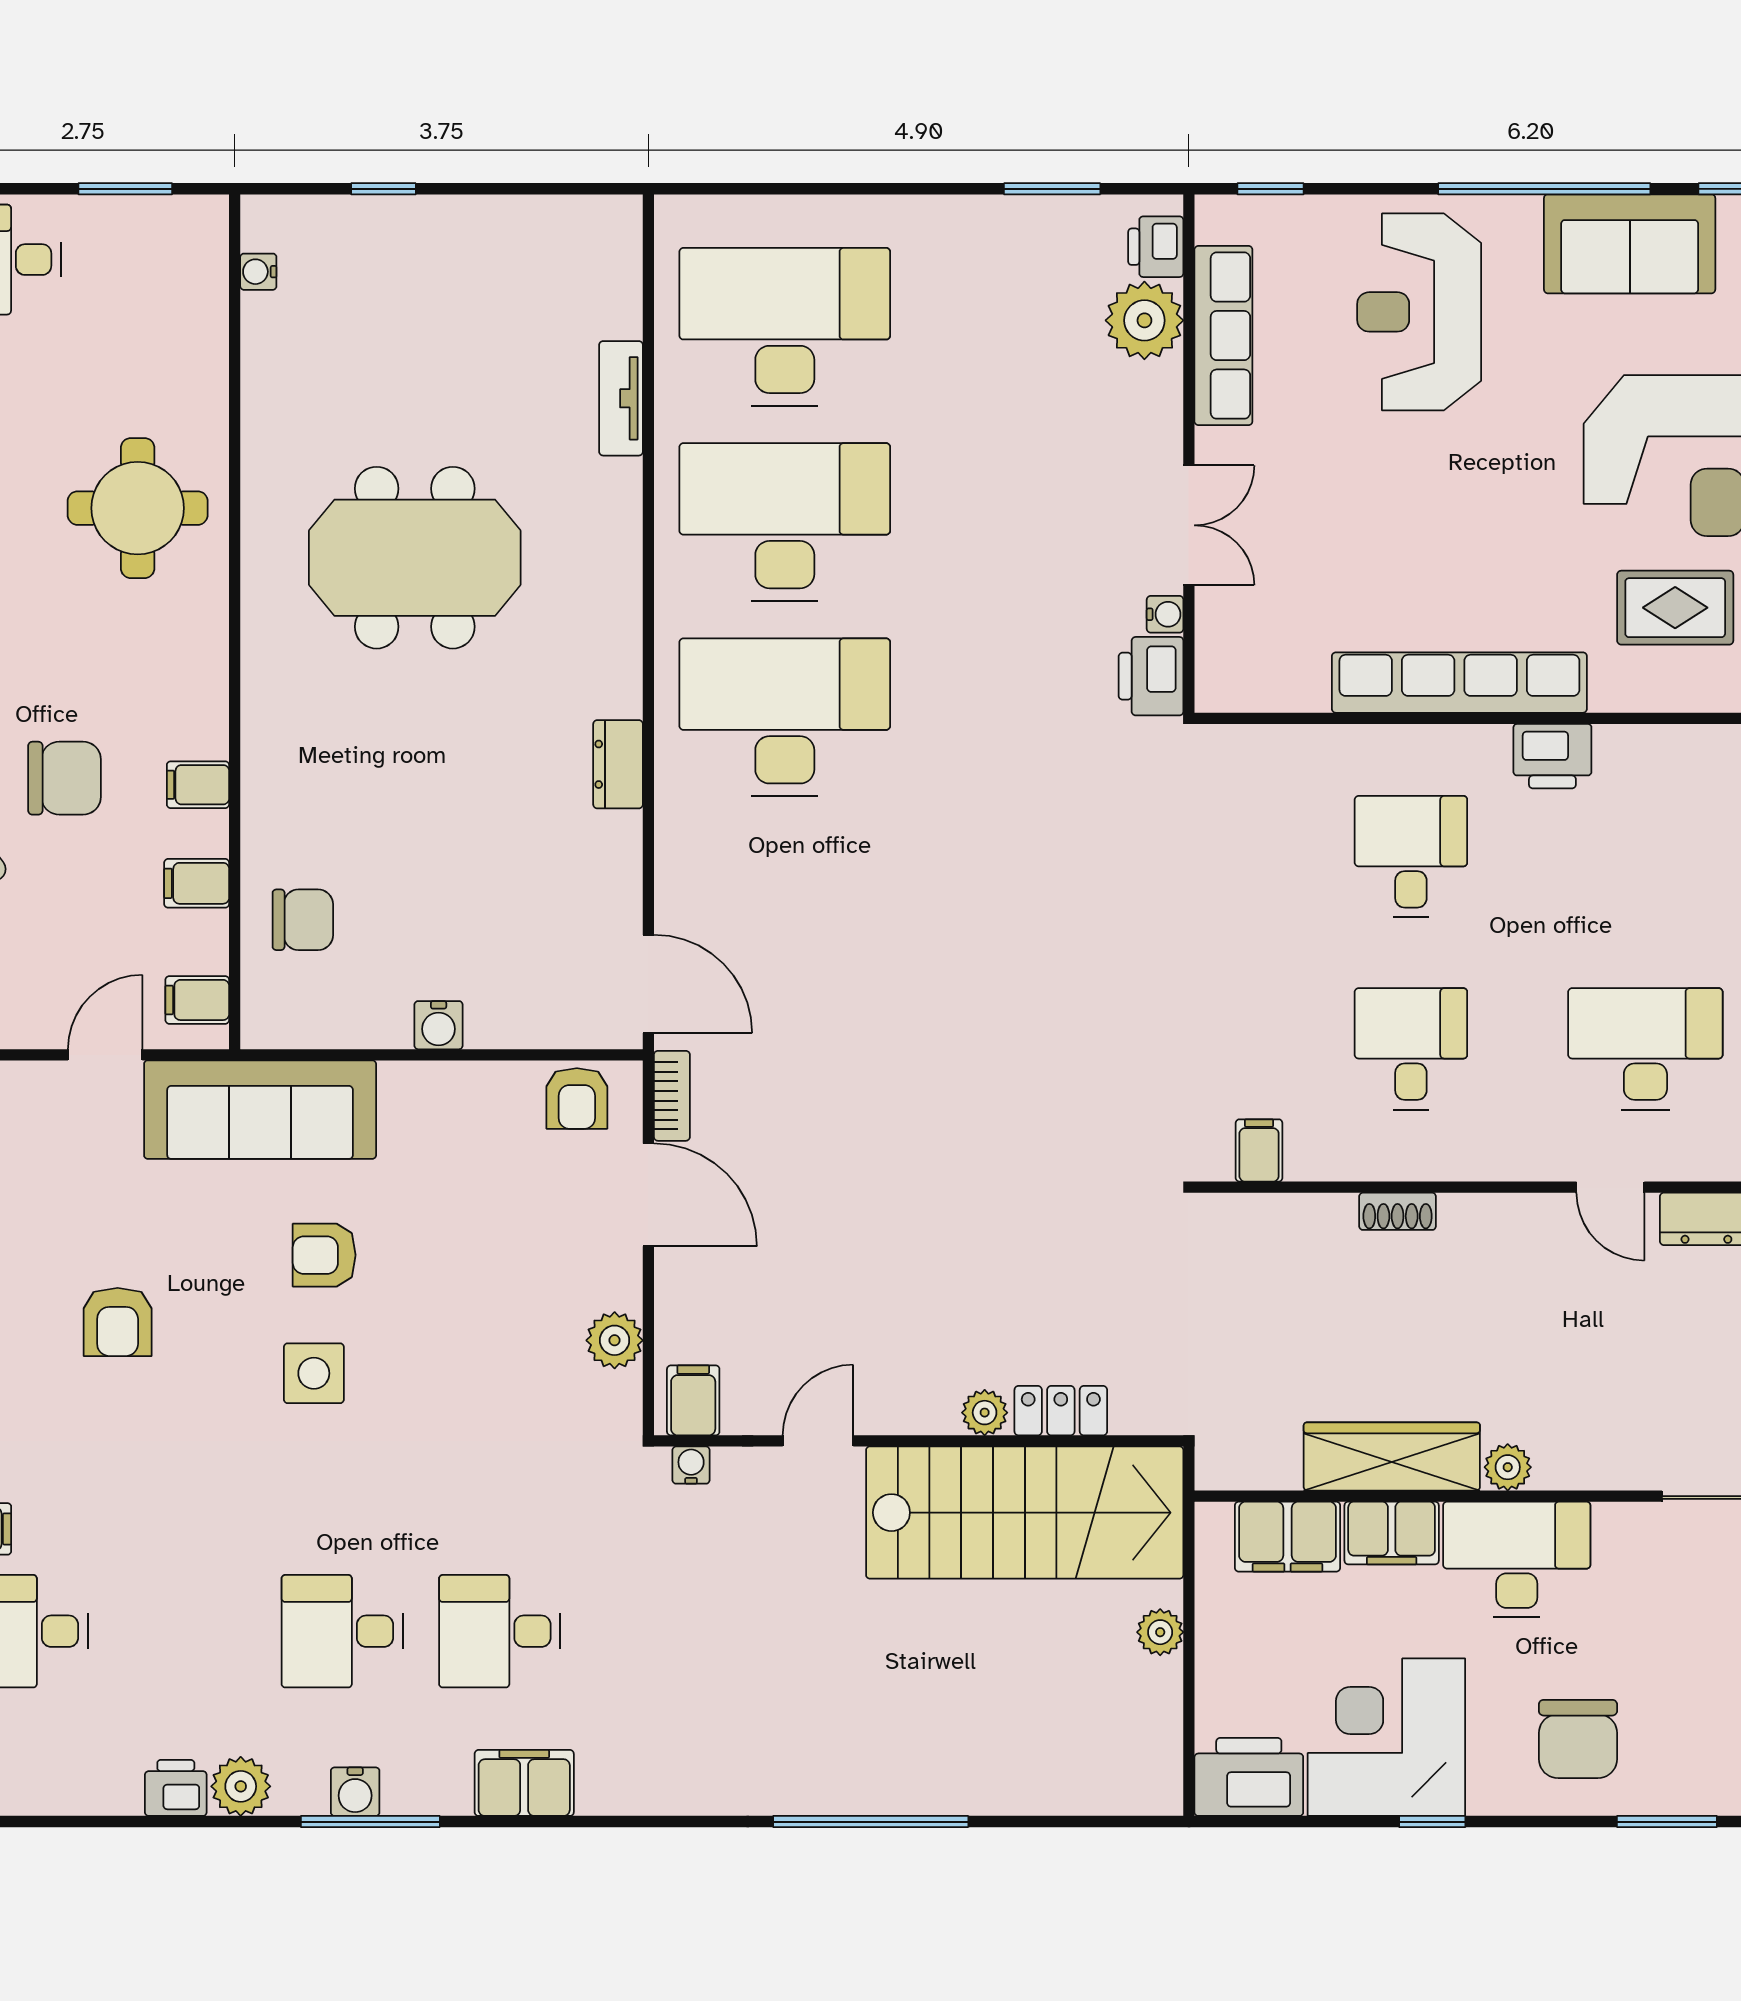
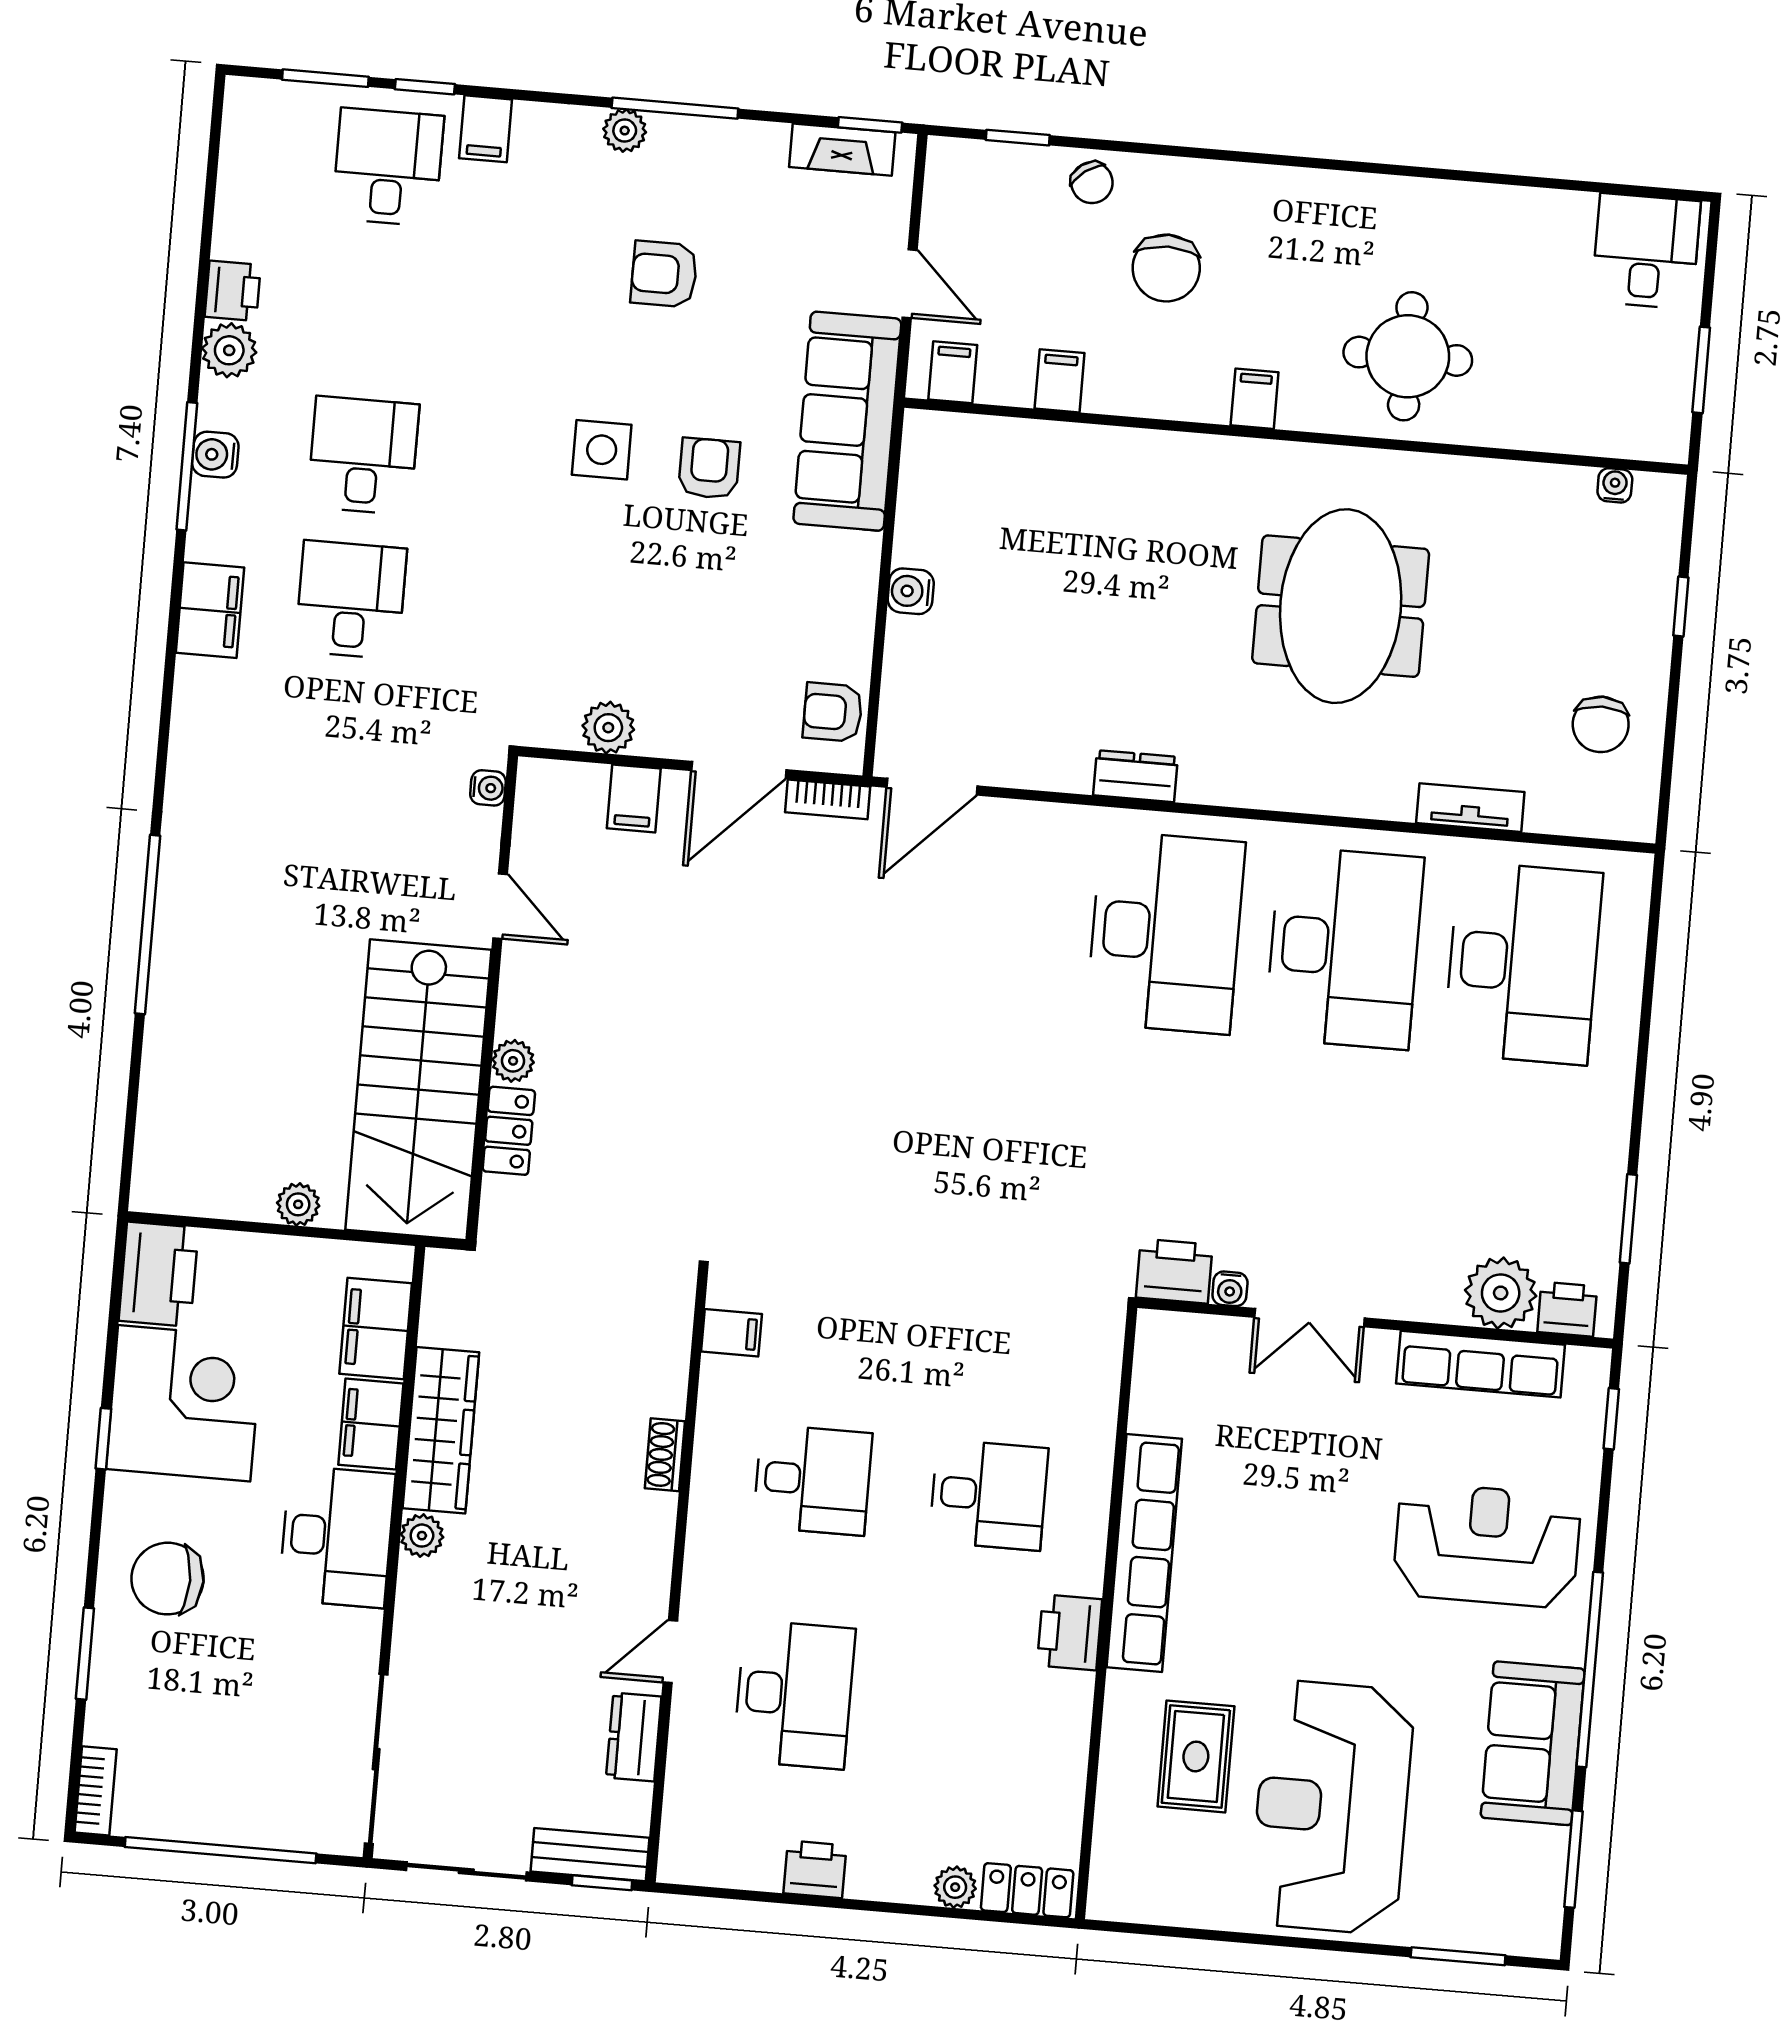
filing cabinet: (198, 785) -> (1255, 399), moved
chair: (303, 920) -> (1601, 724), moved
filing cabinet: (693, 1400) -> (634, 798), moved, turned 90

